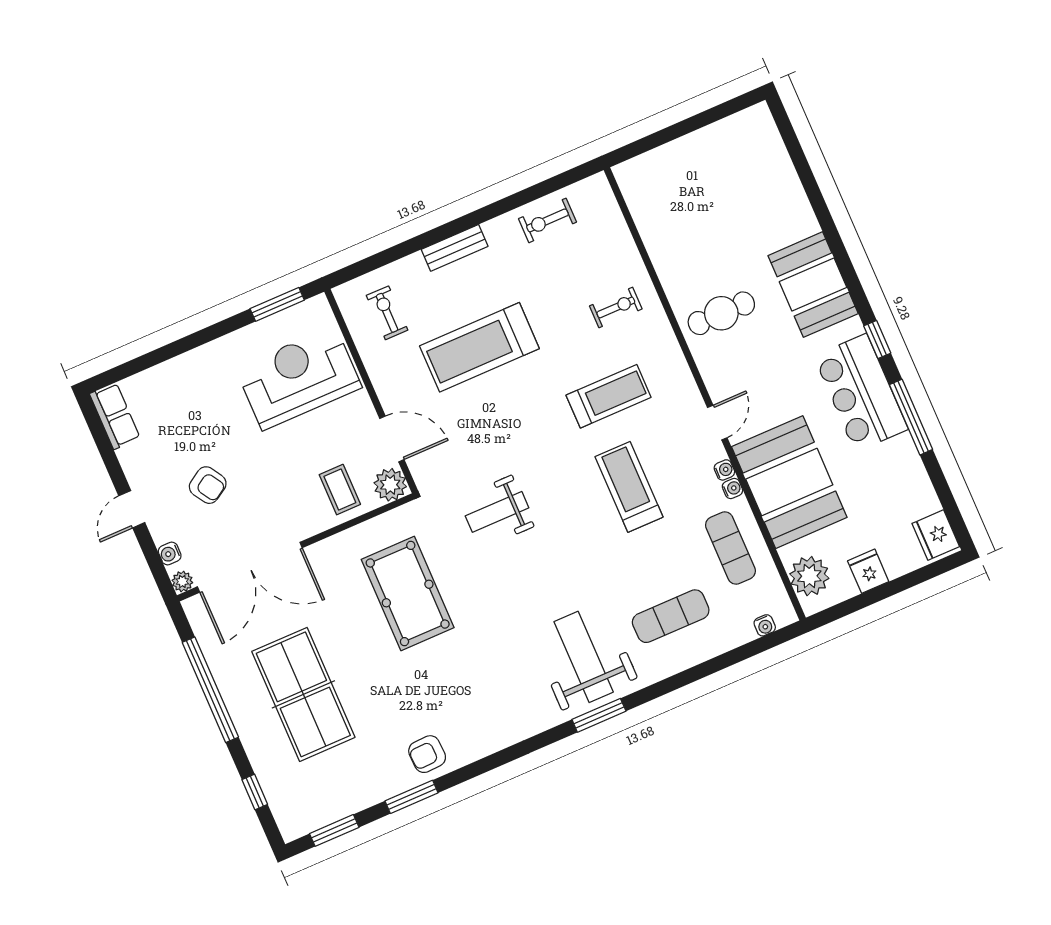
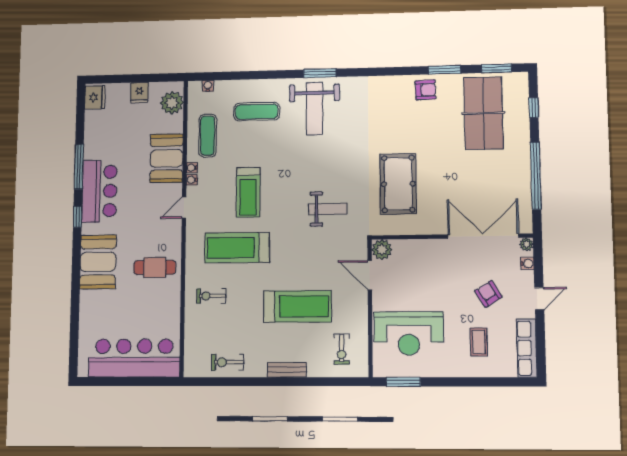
bar counter: (691, 165) -> (134, 358), added
exercise bike: (547, 220) -> (228, 362), turned 180
treadmill: (609, 396) -> (237, 248), width x1.37, depth x1.37
row of seats: (115, 416) -> (527, 348), width x1.48
booth: (789, 482) -> (167, 158), width x0.73, depth x0.70
coffee table: (340, 490) -> (479, 342), moved
table tennis table: (303, 694) -> (483, 113), moved

